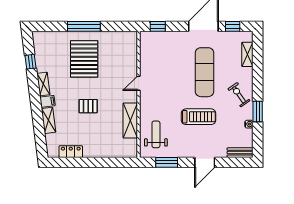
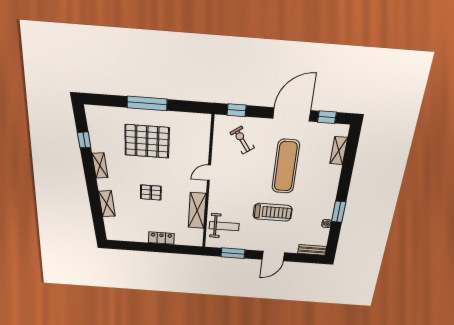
pallet: (84, 59) -> (147, 141), turned 90
exercise bike: (239, 95) -> (242, 140), moved
filing cabinet: (47, 101) -> (105, 184), removed
weight bench: (156, 134) -> (224, 226), turned 90
locker: (71, 152) -> (161, 238), moved

